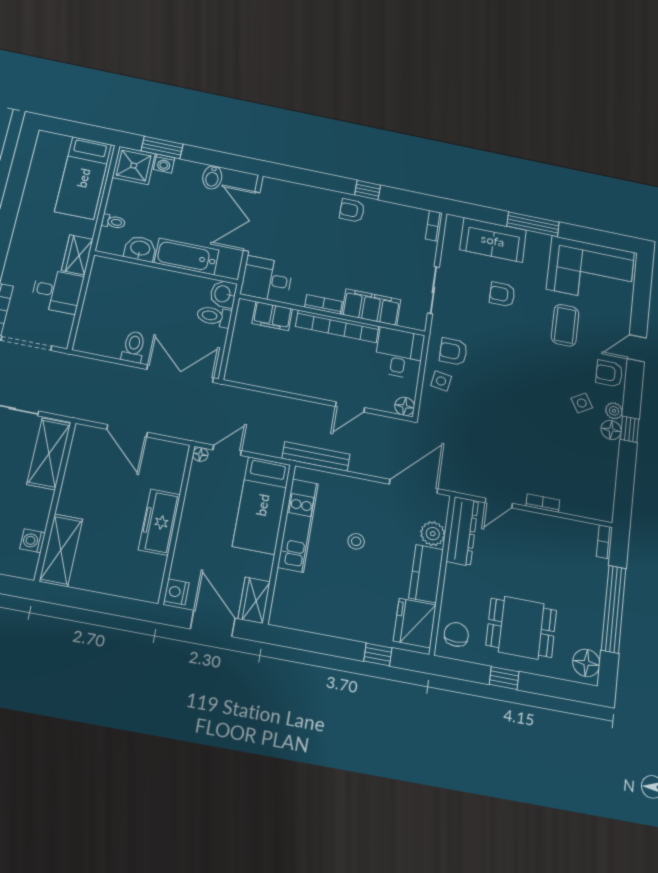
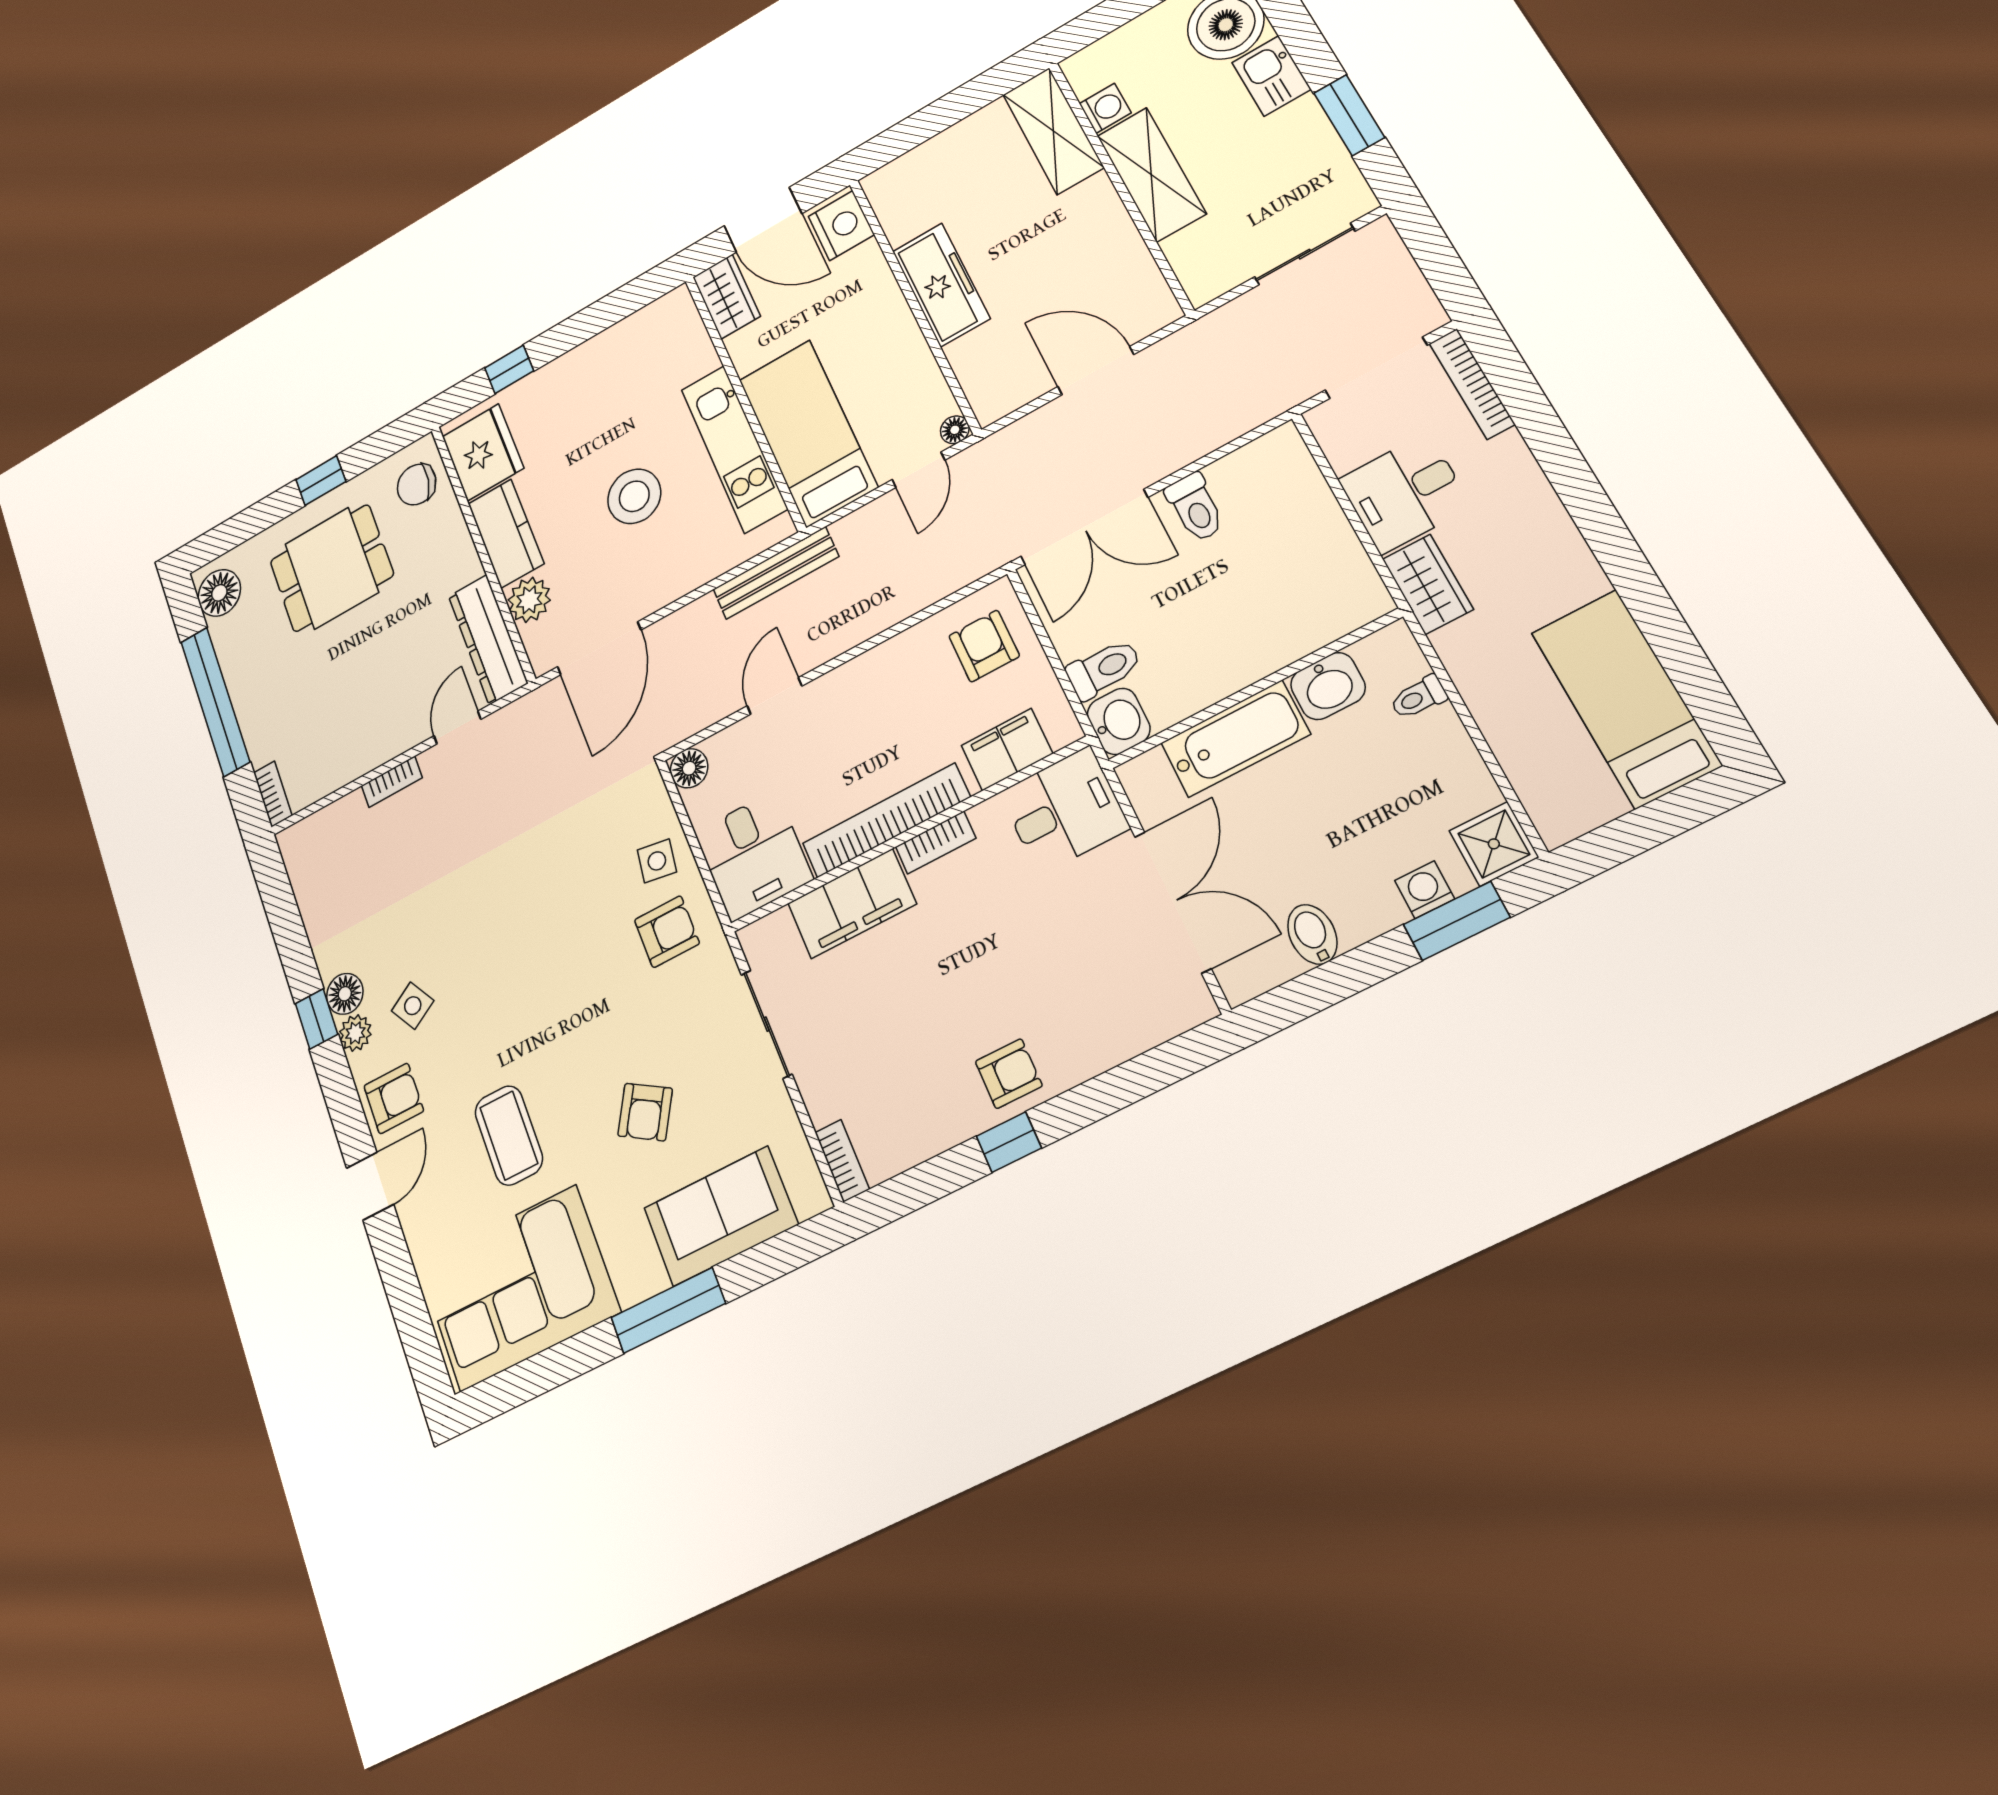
shower: (134, 166) -> (1494, 844), width x0.73, depth x0.73
bed: (83, 178) -> (1625, 698), moved
armchair: (502, 294) -> (645, 1112), turned 121
armchair: (253, 360) -> (984, 646), added
shelving: (49, 454) -> (1151, 175), moved
stool: (356, 541) -> (634, 496), width x1.89, depth x1.89
nightstand: (176, 592) -> (841, 226), width x1.36, depth x1.33
chair: (456, 634) -> (417, 485), turned 100

